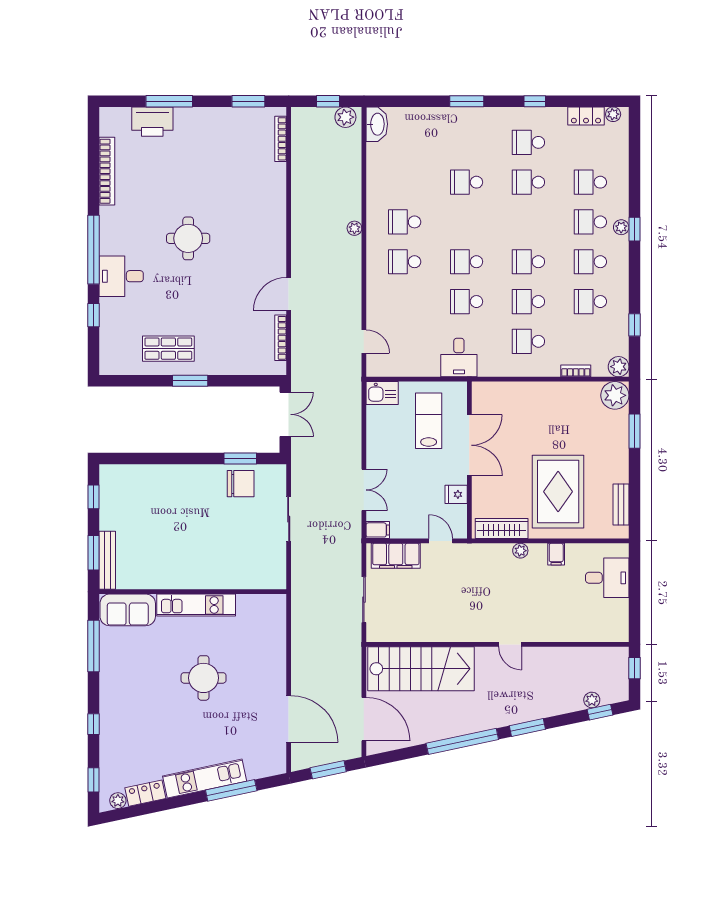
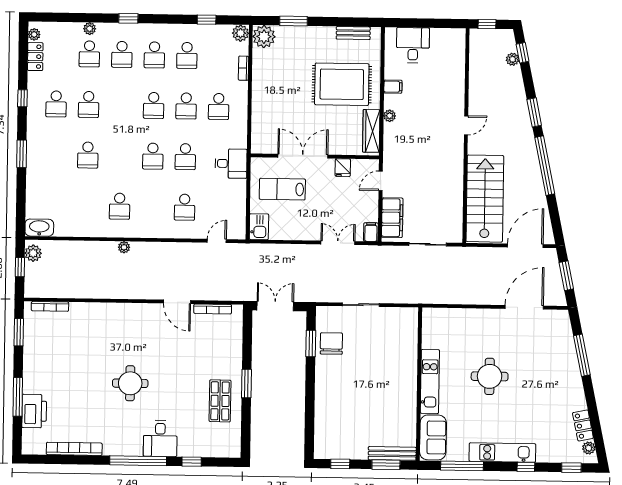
plant: (621, 227) -> (90, 29), moved
school desk: (405, 262) -> (185, 207), moved
kitchen unit: (205, 779) -> (502, 453), moved, turned 102

